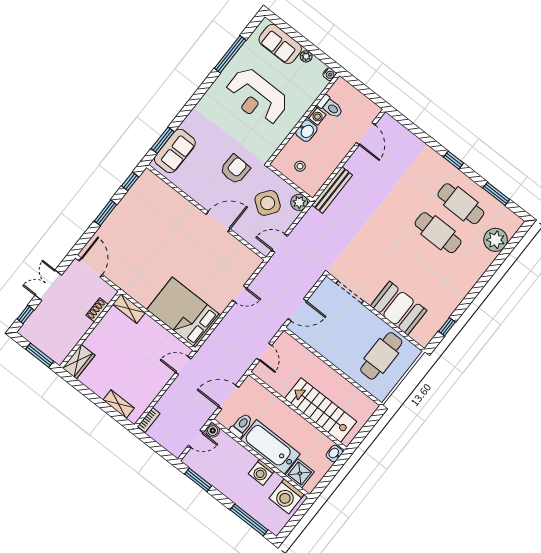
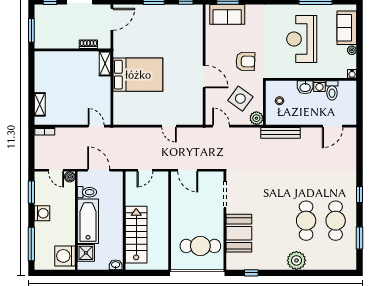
plant: (496, 240) -> (296, 260), moved
bed: (184, 312) -> (138, 75), moved, turned 90
wardrobe: (79, 362) -> (47, 58), removed
washing machine: (261, 472) -> (42, 213), moved, turned 180

